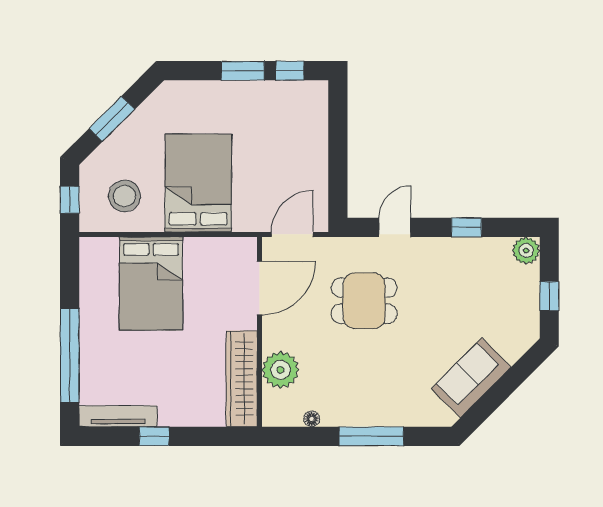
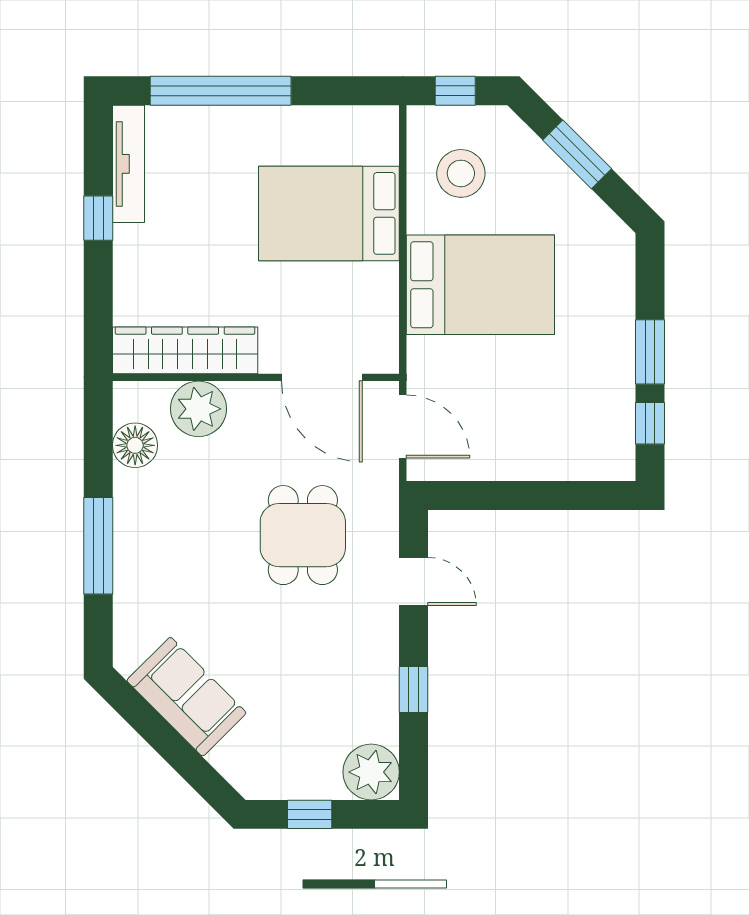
plant: (526, 250) -> (371, 772), width x1.36, depth x1.36
floor lamp: (312, 419) -> (135, 445), width x1.89, depth x1.89

